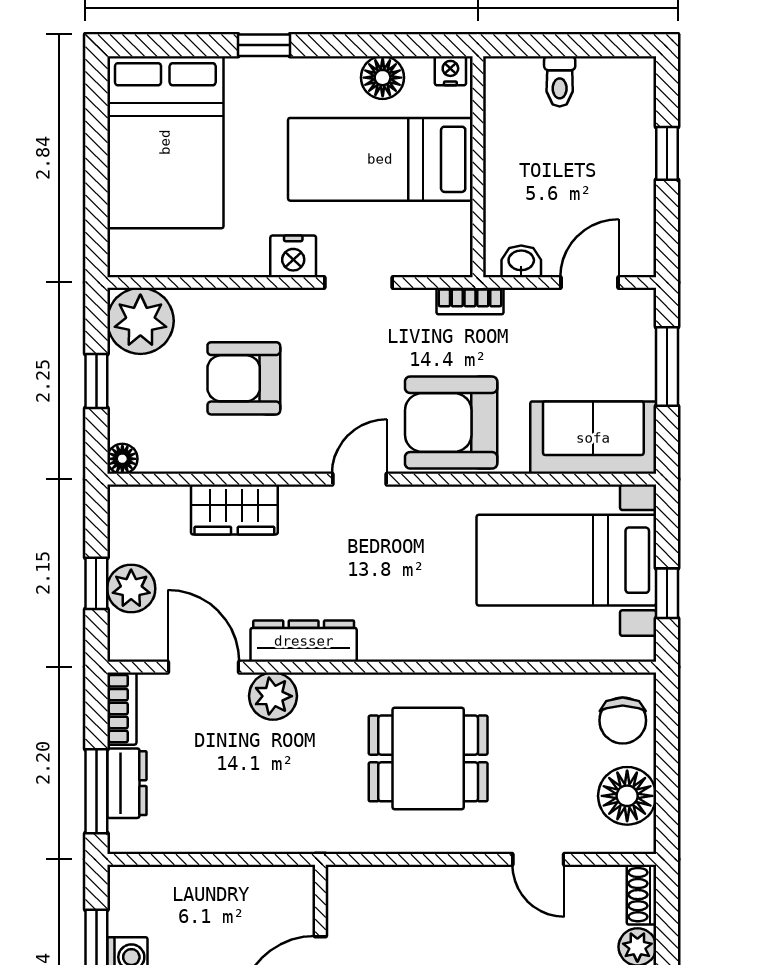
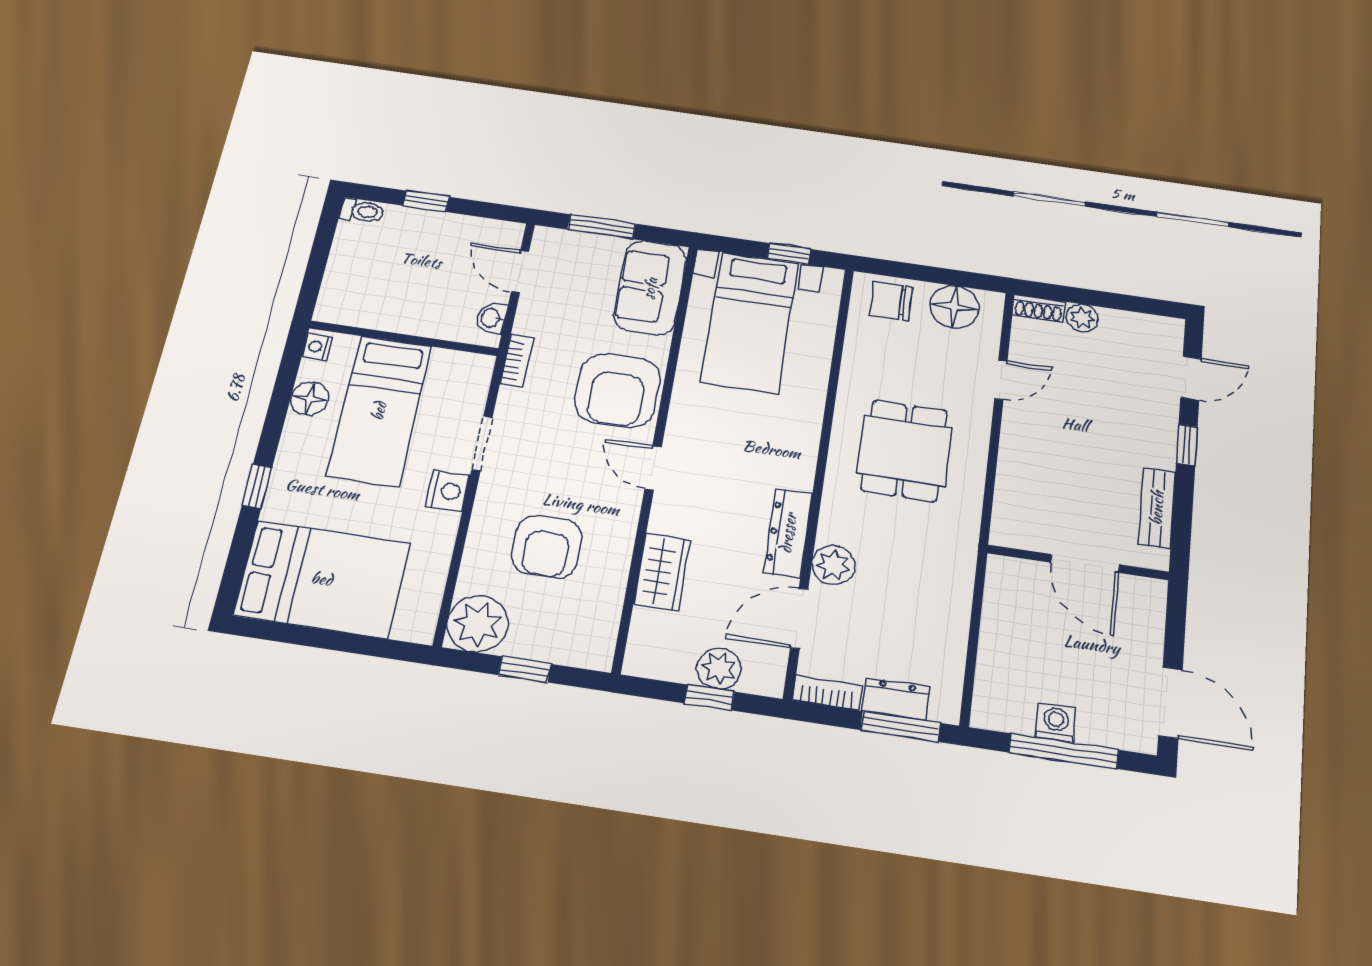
toilet: (560, 81) -> (362, 211), moved
floor lamp: (122, 459) -> (600, 658), removed
chair: (623, 720) -> (891, 301), turned 180

